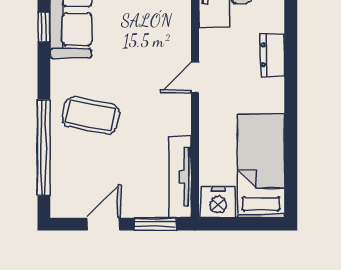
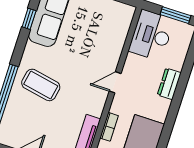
bookcase: (207, 143) -> (109, 127), added

